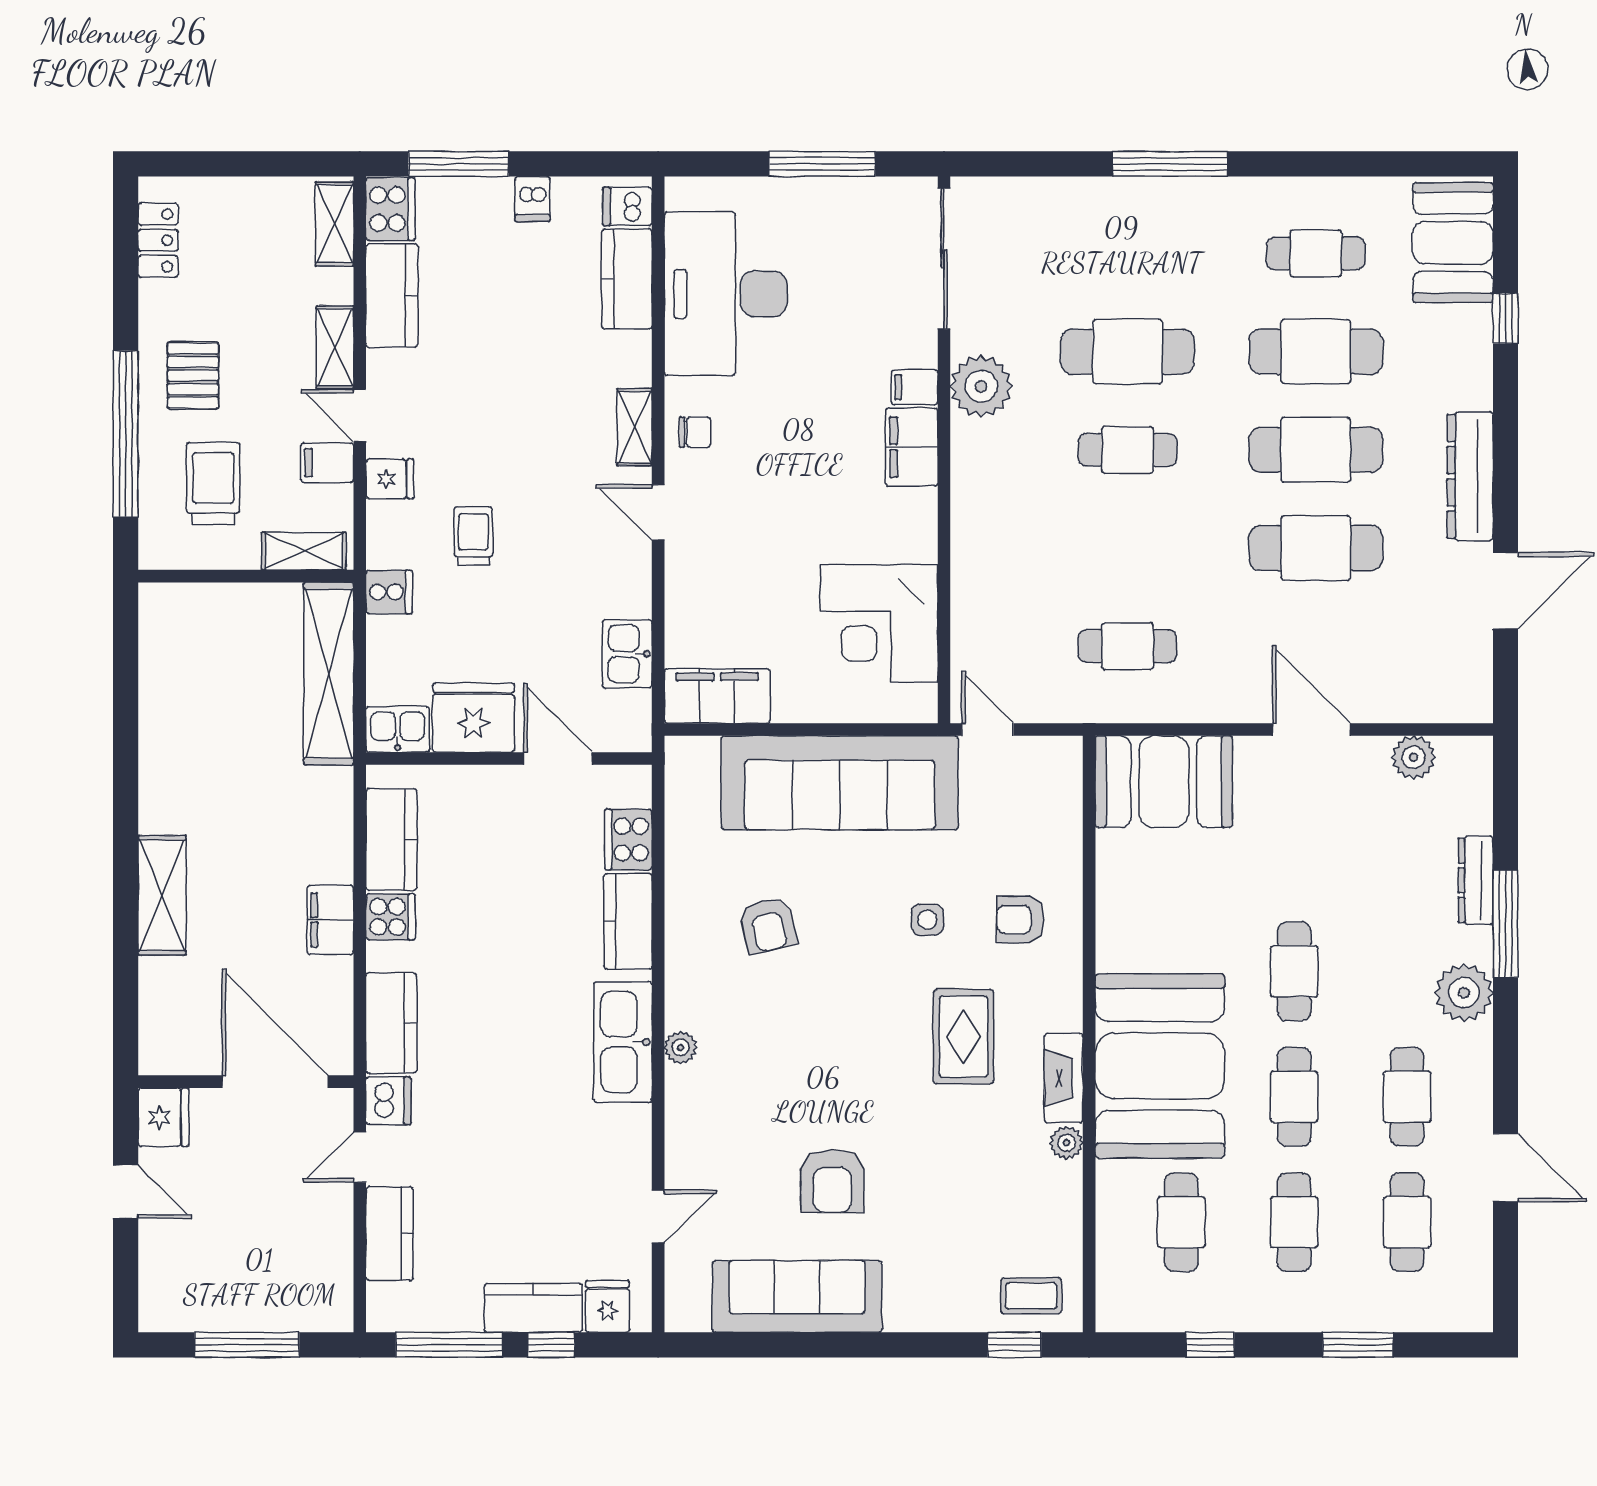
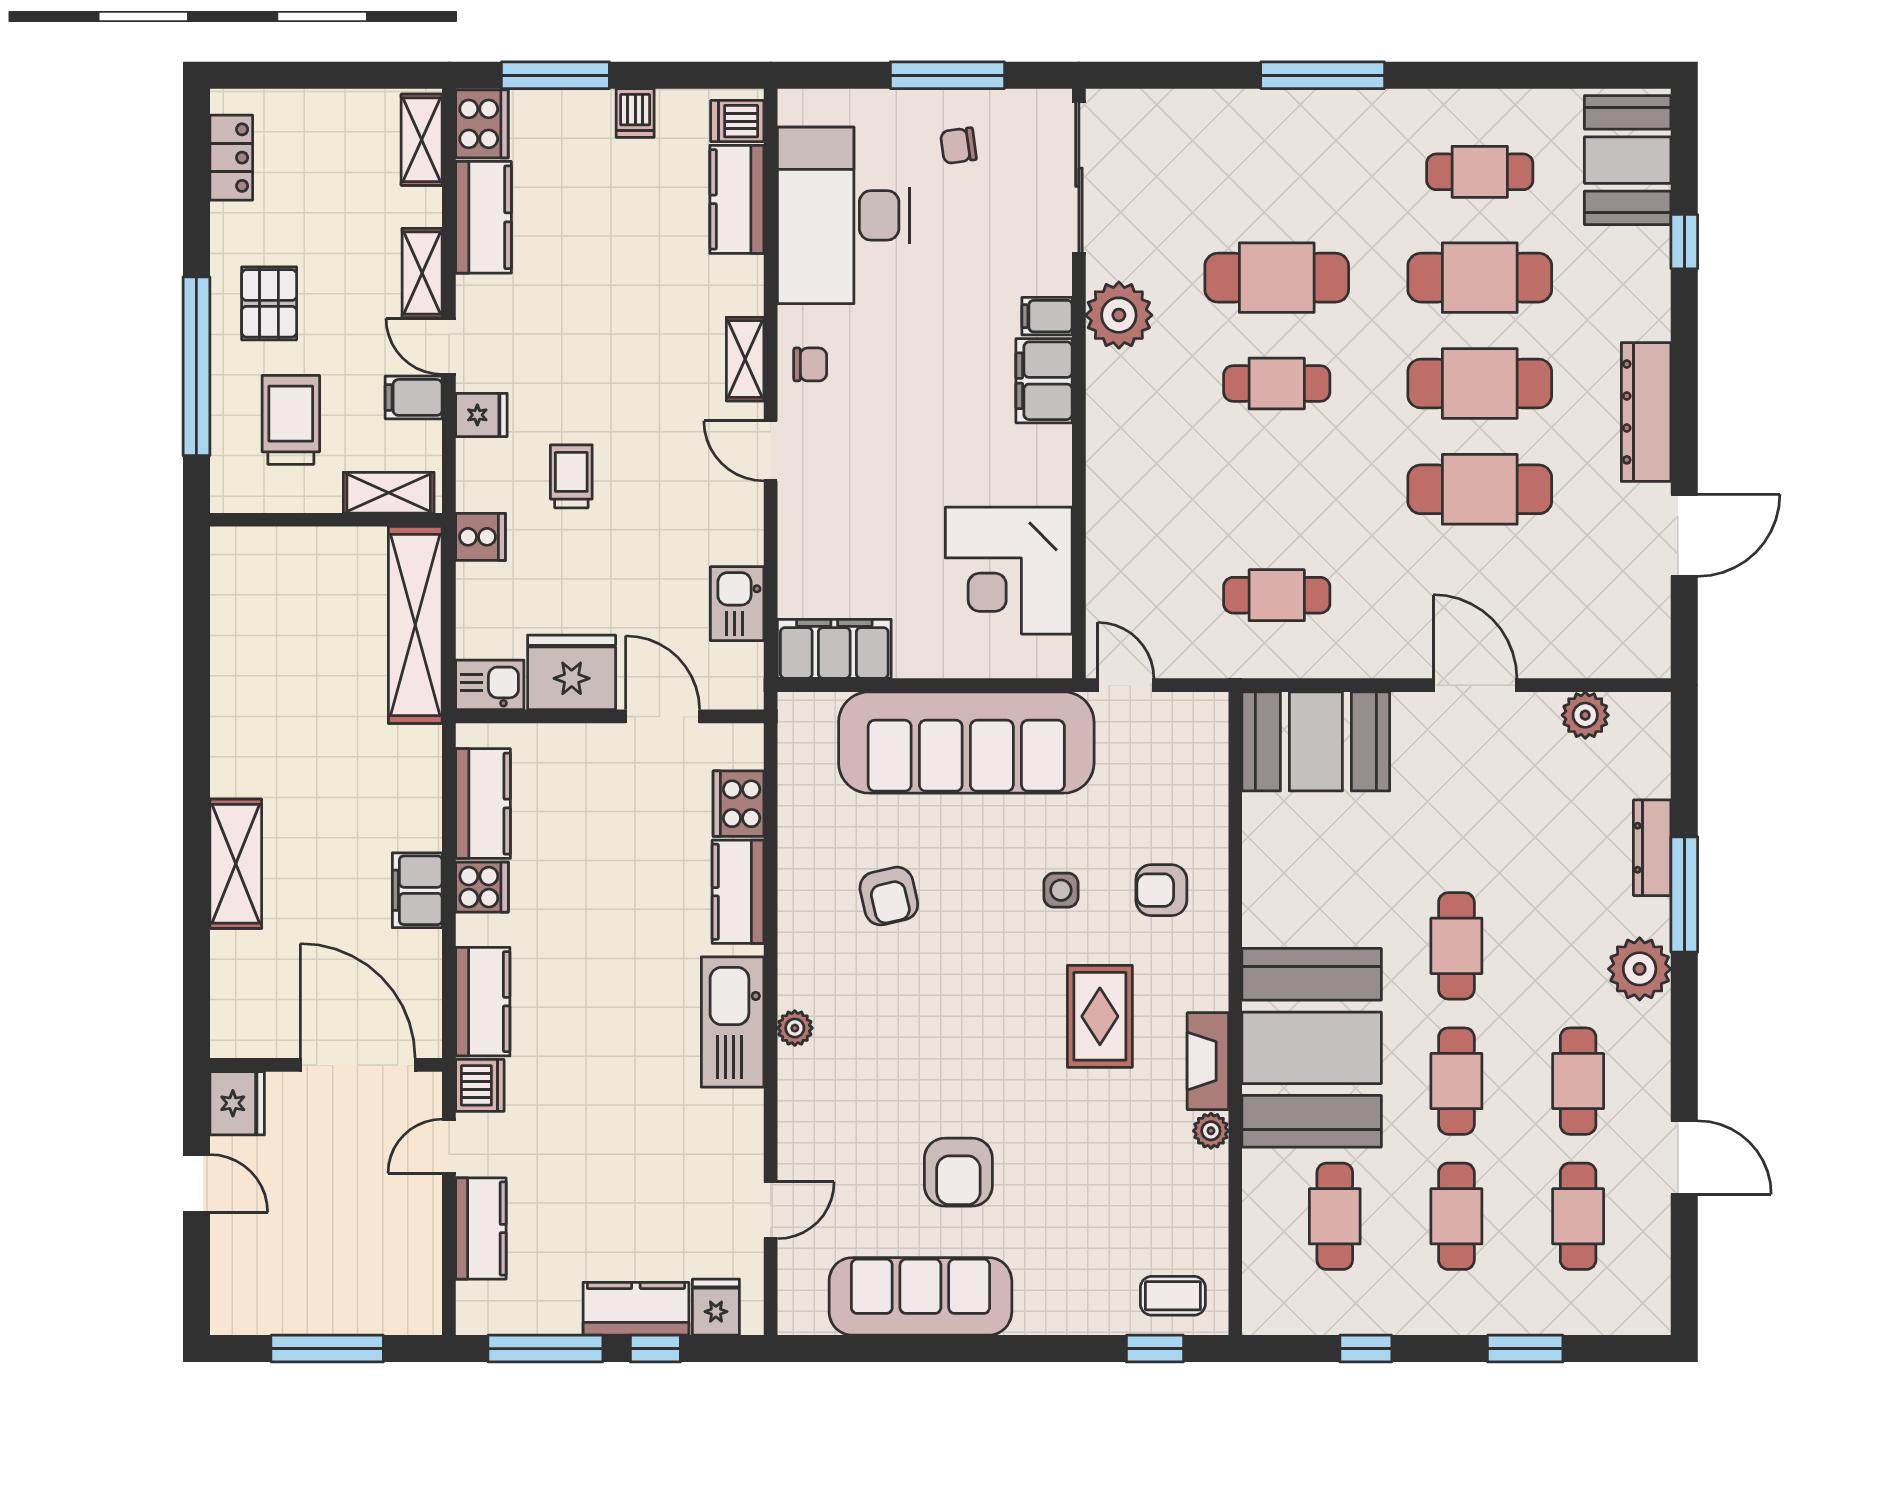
chair: (832, 229) -> (958, 146), added

